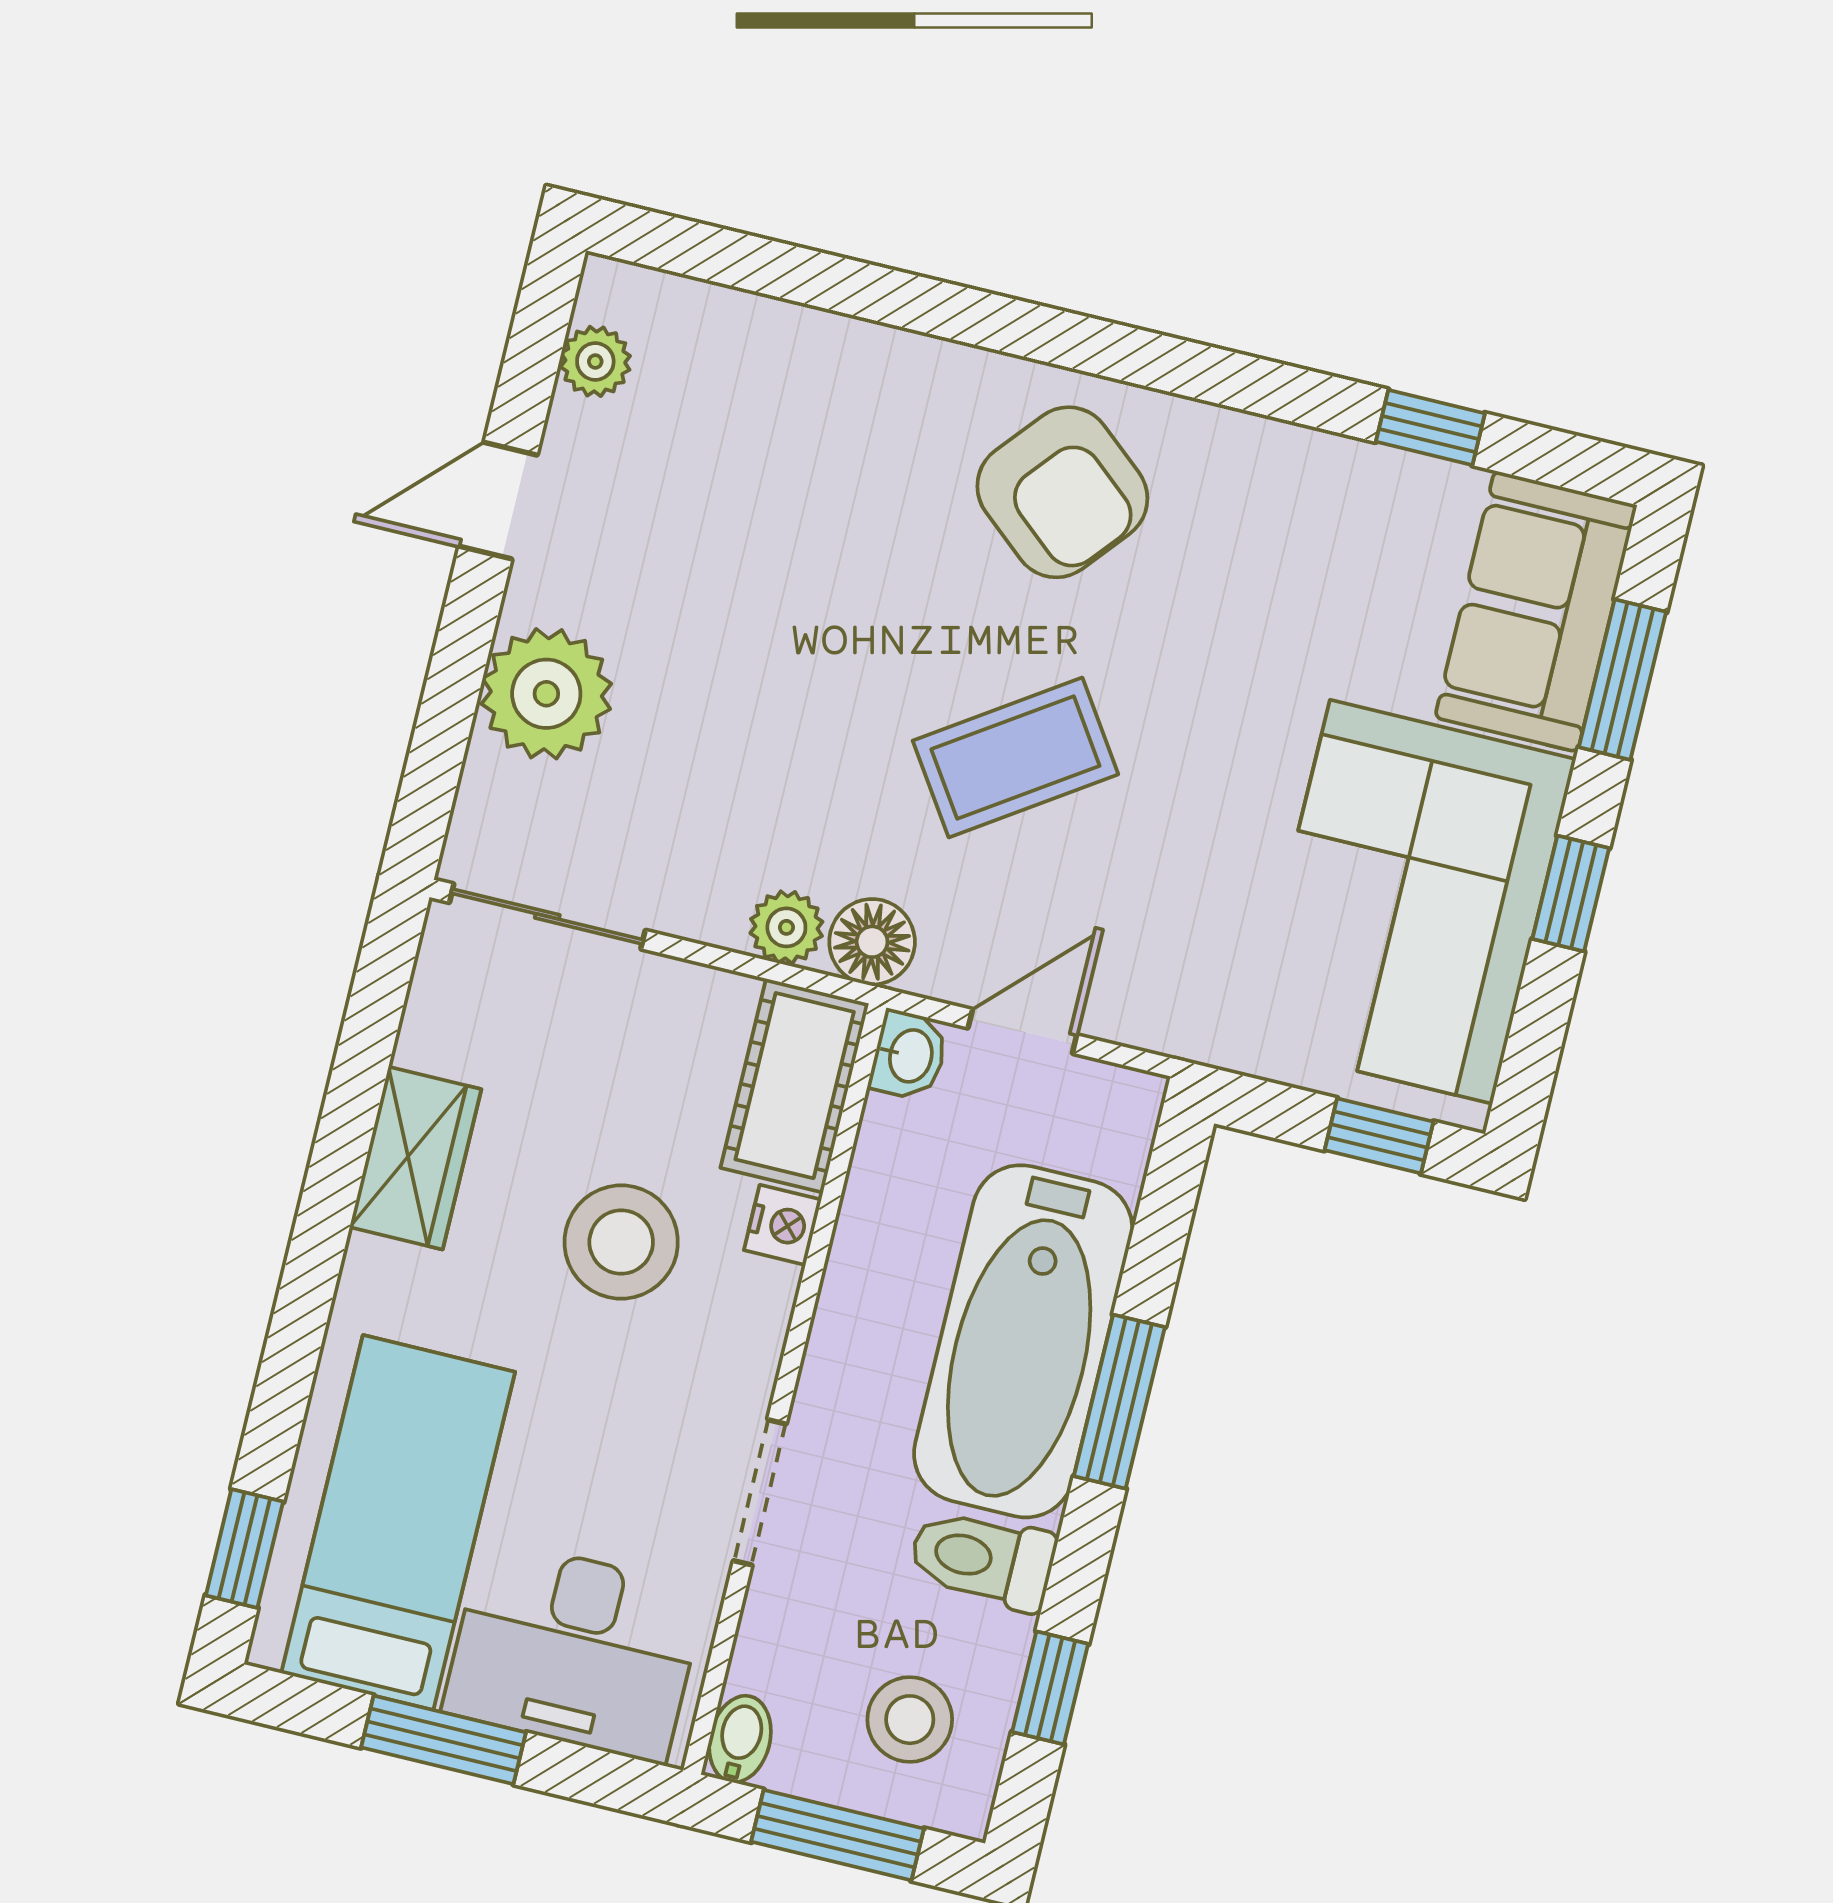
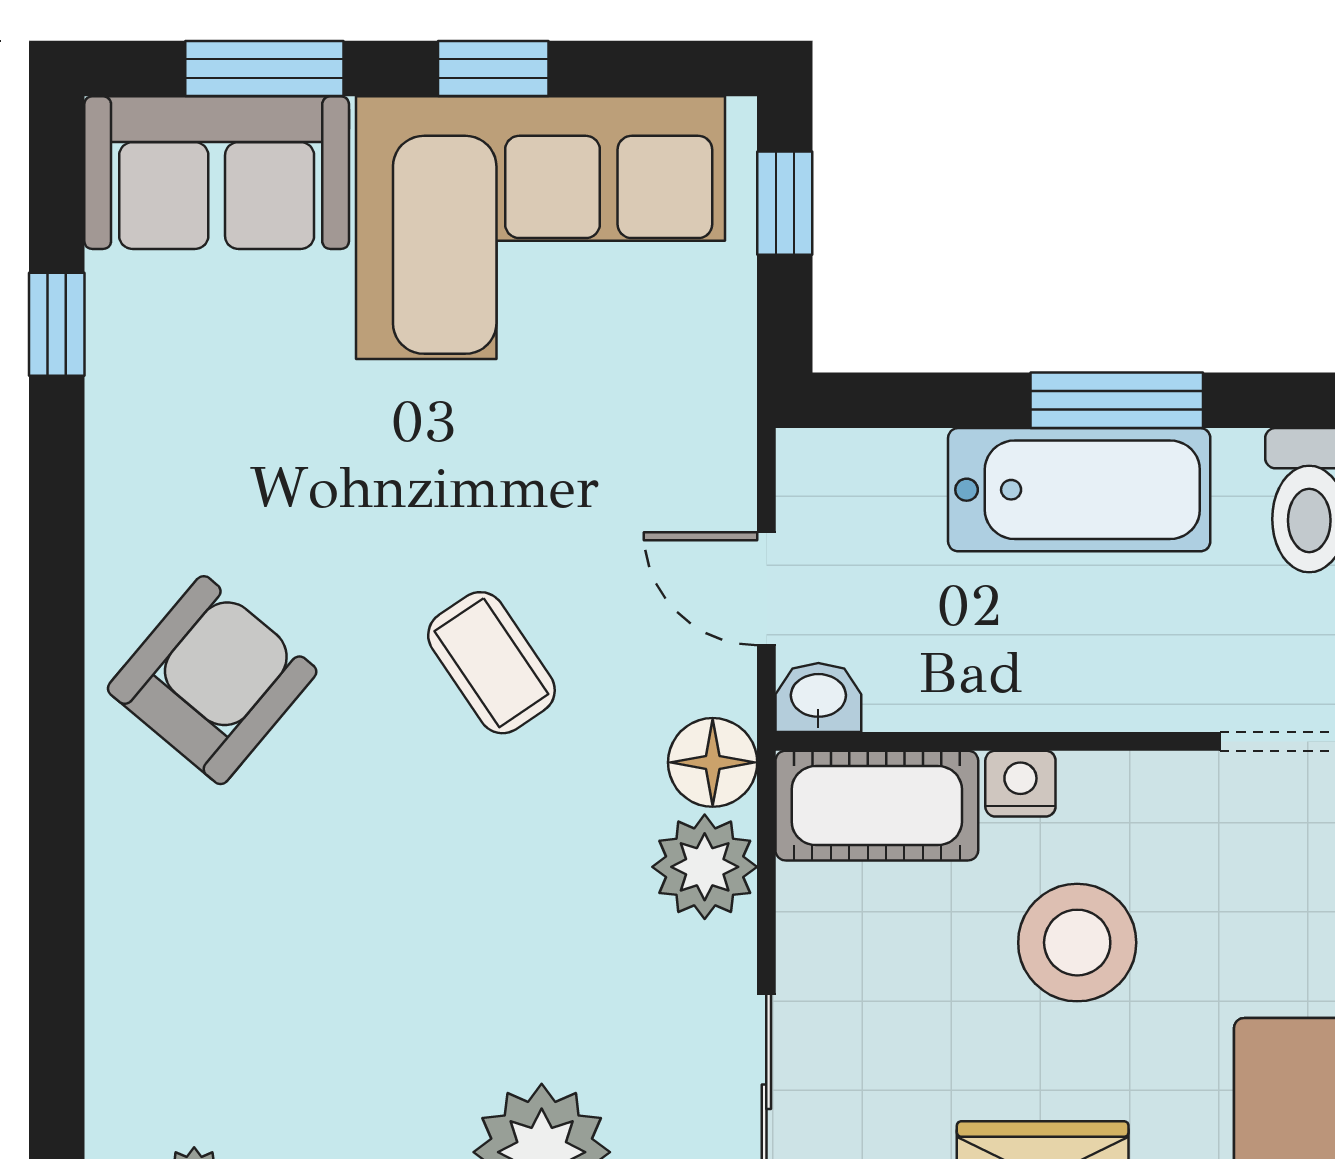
coffee table: (1015, 758) -> (491, 663), width x0.73, depth x0.77
plant: (786, 927) -> (705, 867), width x1.38, depth x1.38
bathtub: (1023, 1341) -> (1079, 490), width x0.73, depth x0.73

